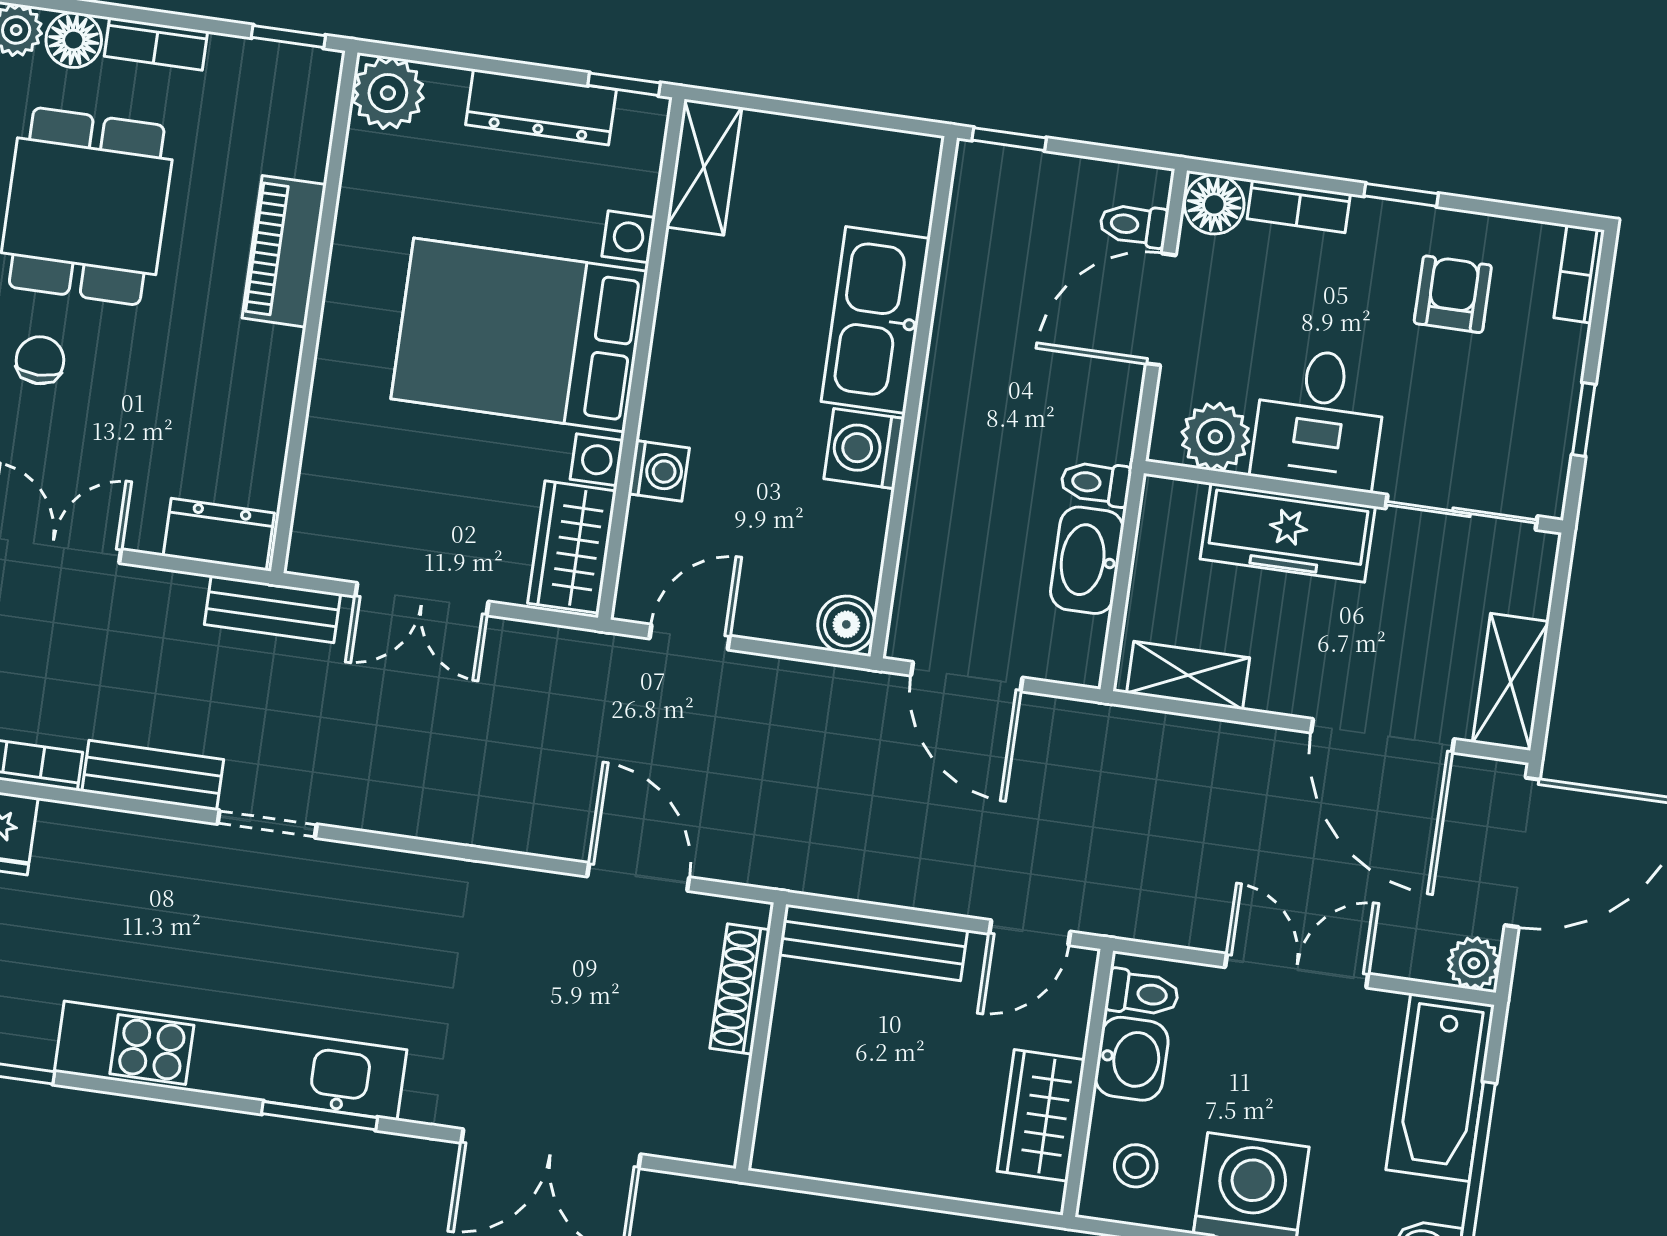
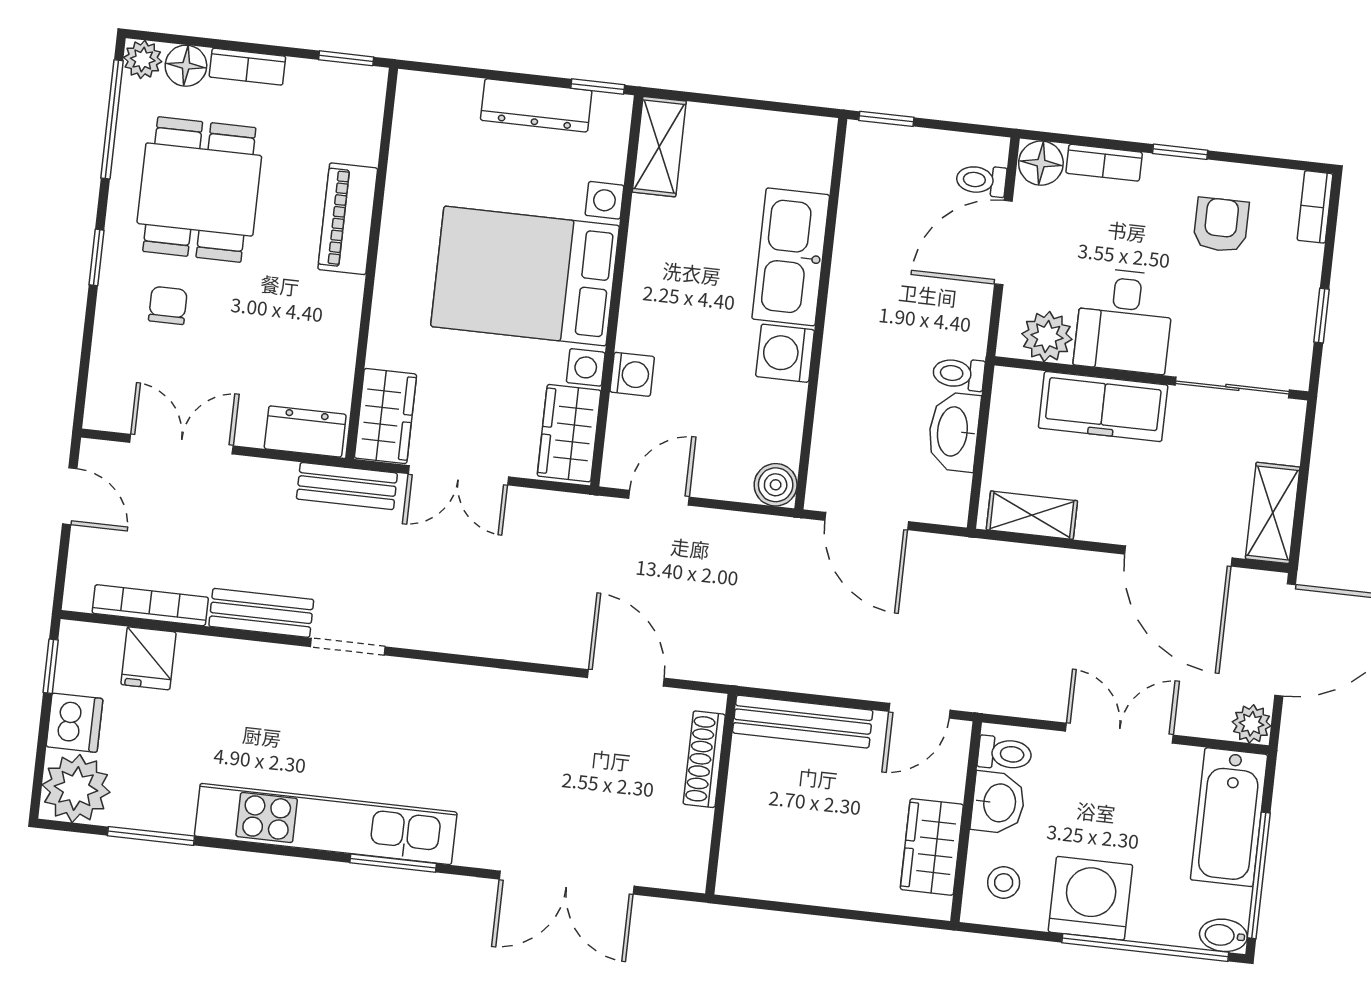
plant: (388, 93) -> (422, 98), removed
wardrobe: (327, 517) -> (385, 416), added

